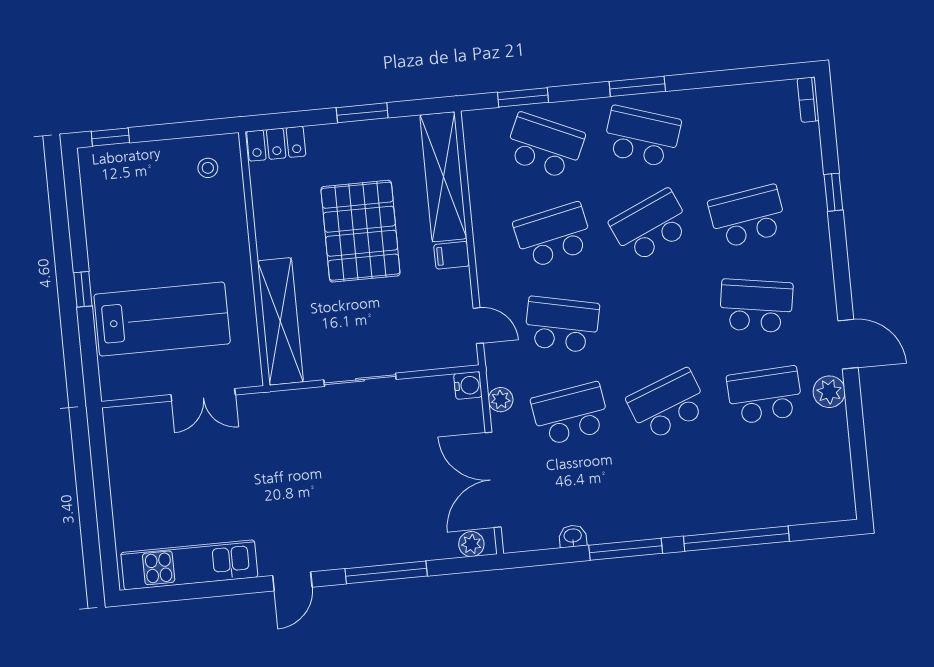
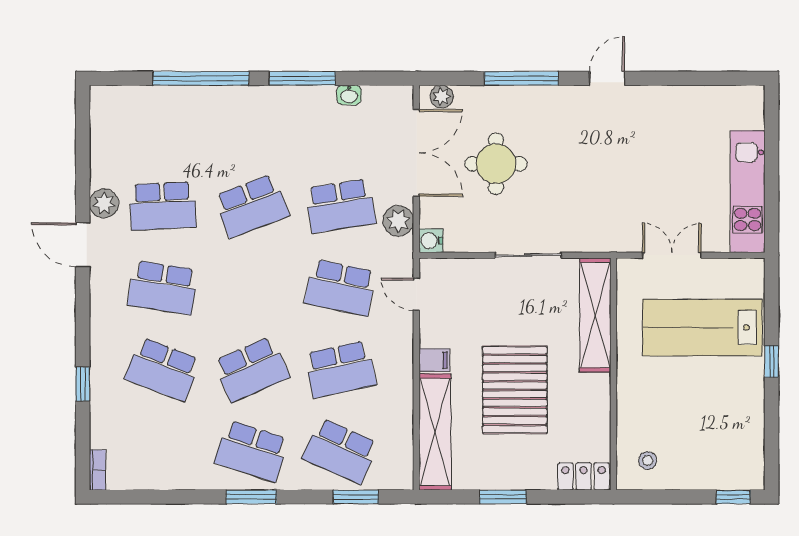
school desk: (748, 216) -> (163, 369), turned 30
plant: (501, 400) -> (398, 221), width x1.38, depth x1.38
round table: (405, 476) -> (496, 164), added
kitchen unit: (189, 565) -> (748, 191), moved, turned 90

